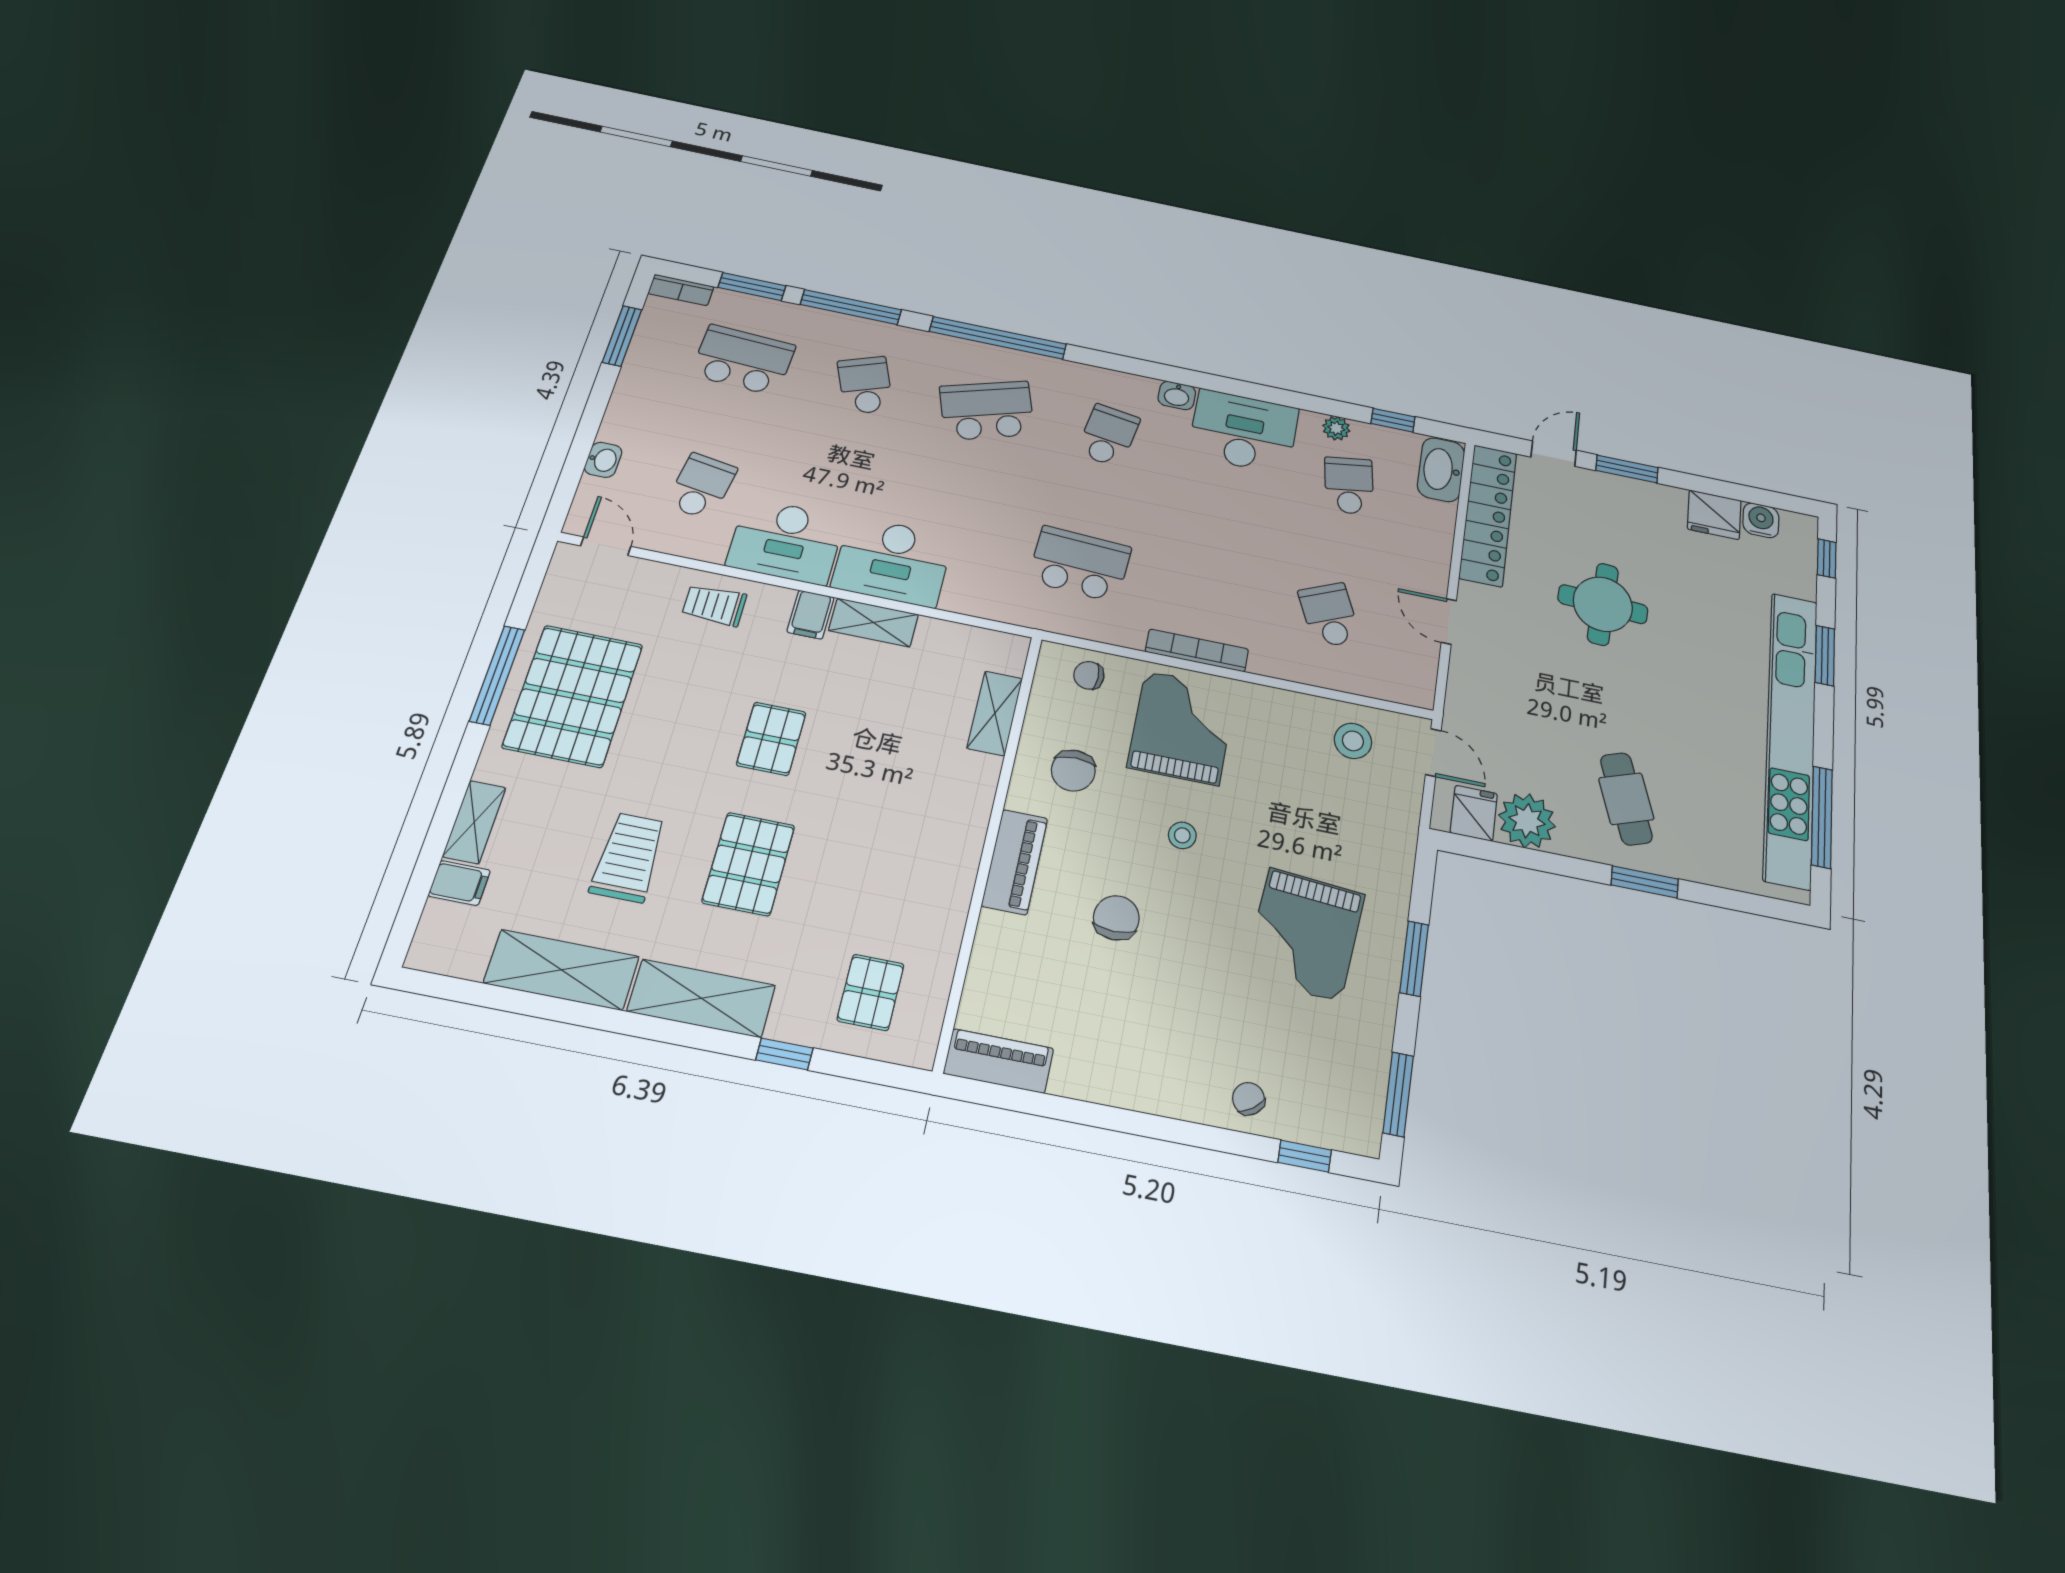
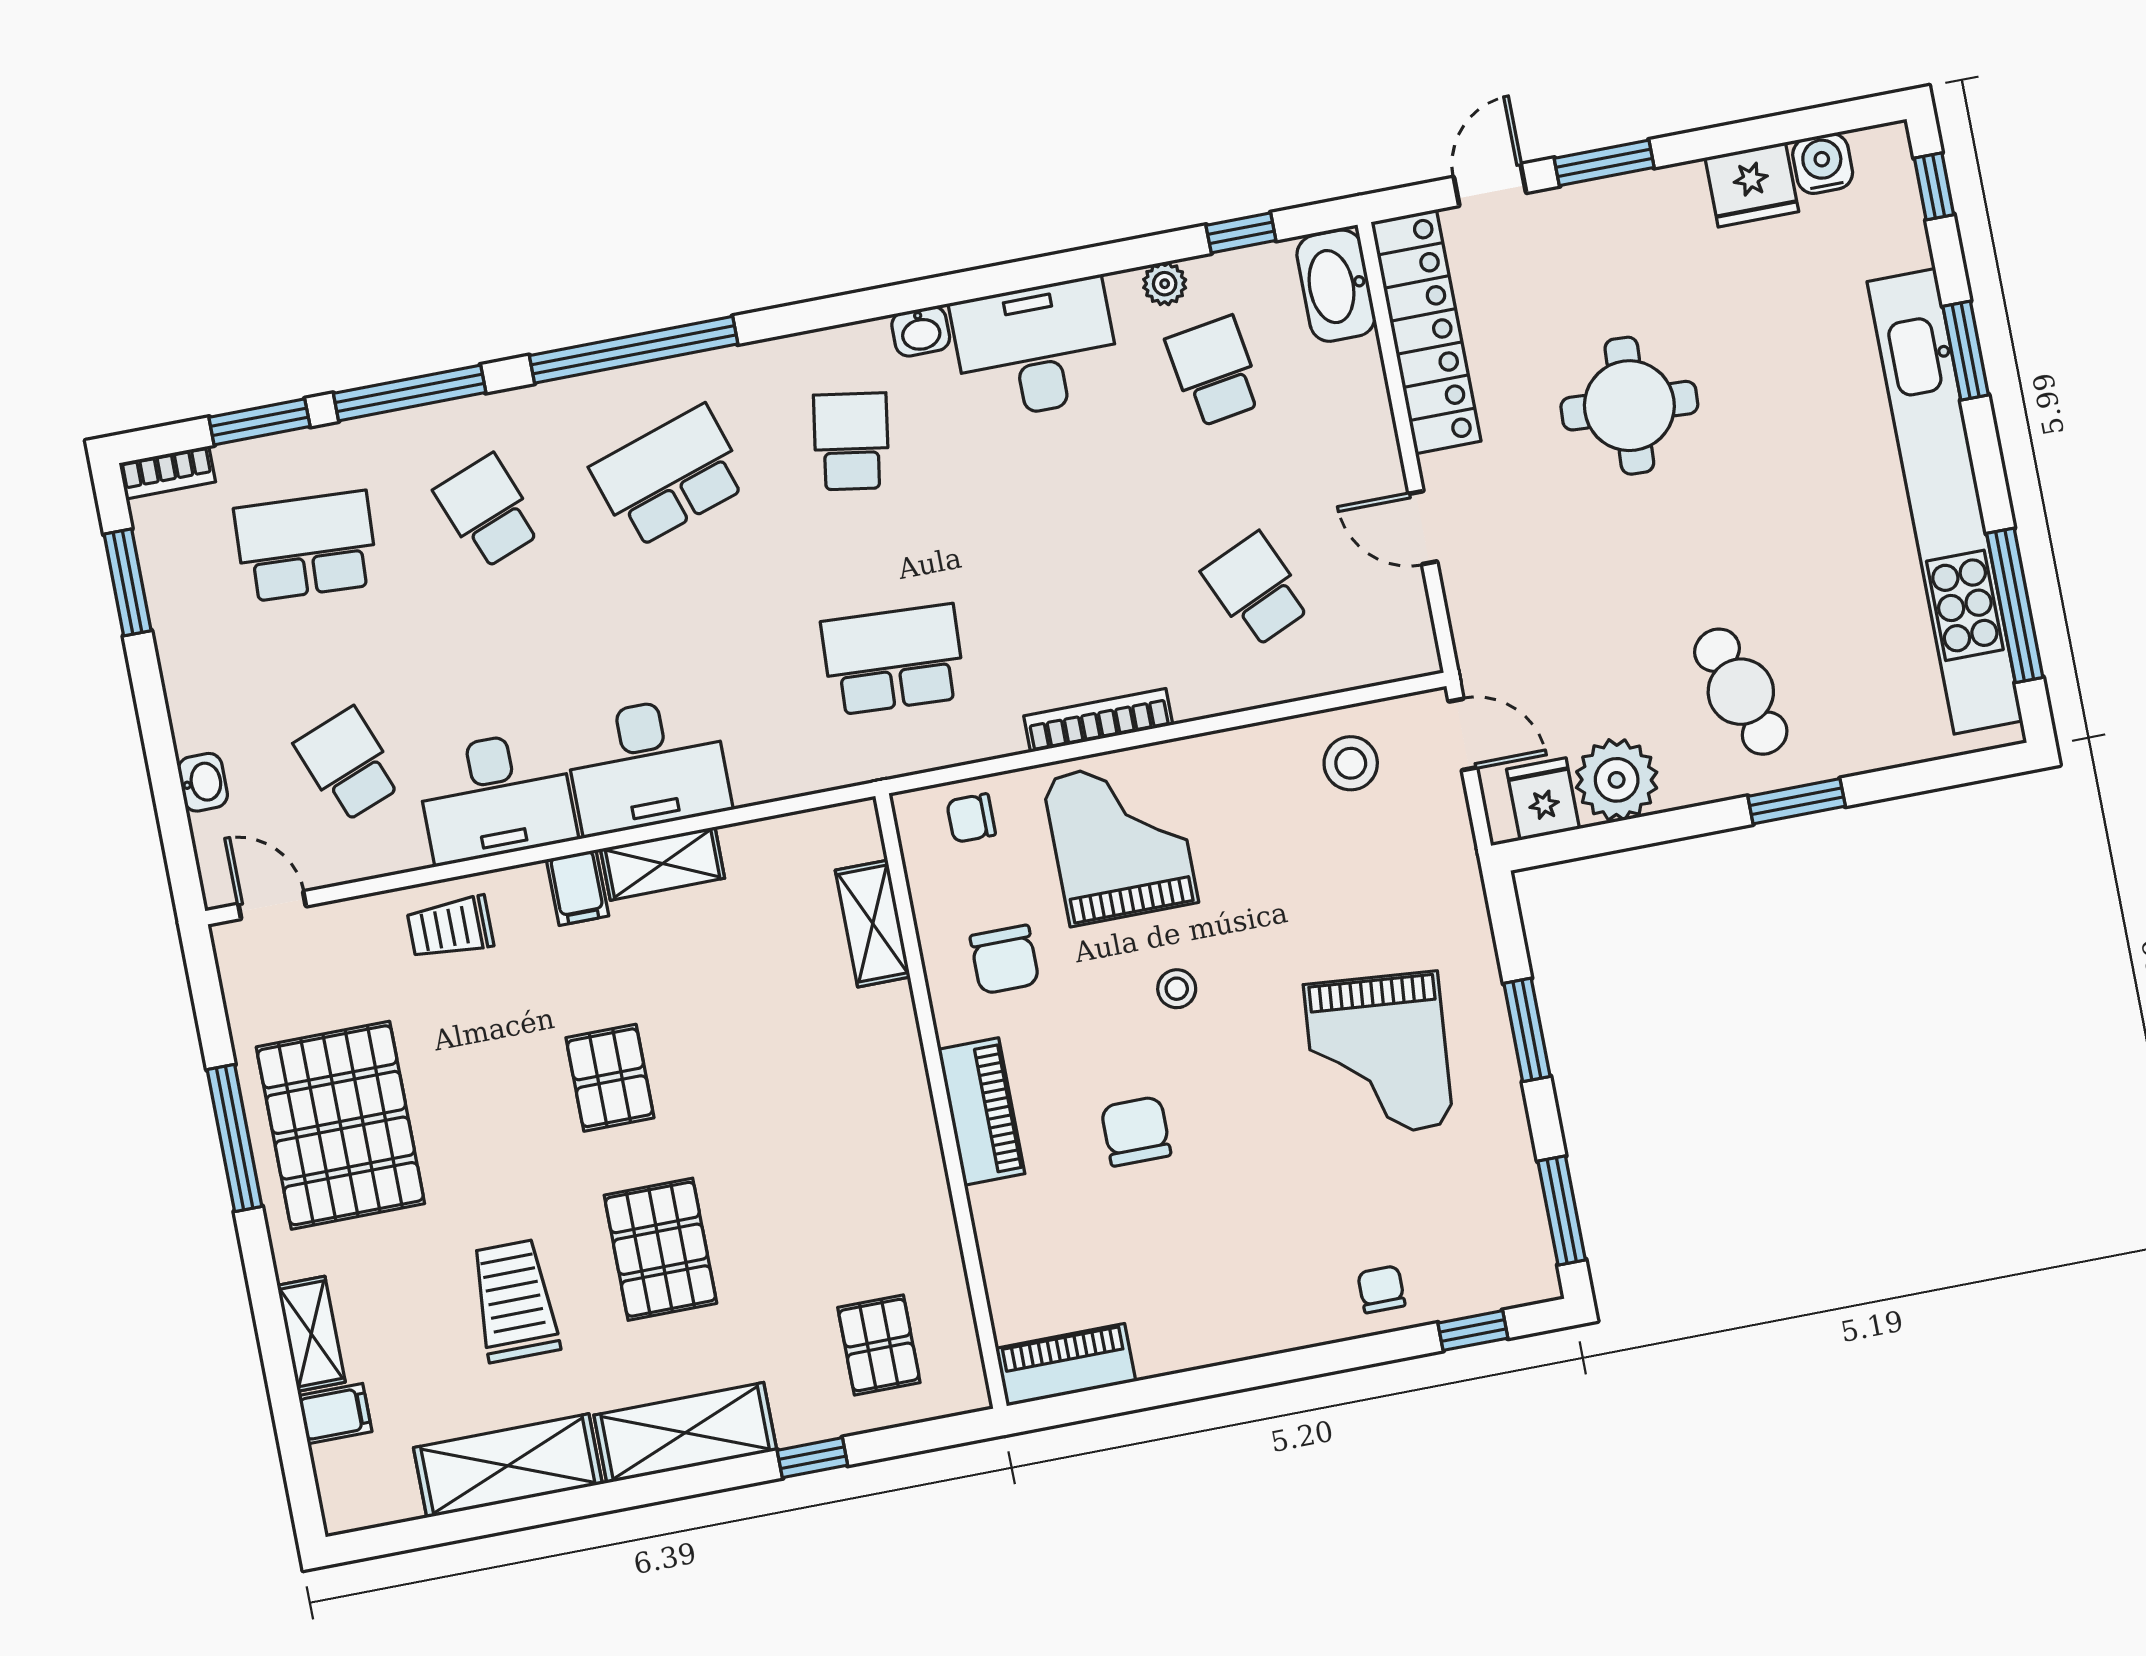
school desk: (701, 486) -> (348, 764), turned -30
chair: (1249, 1099) -> (1381, 1289), turned 36

